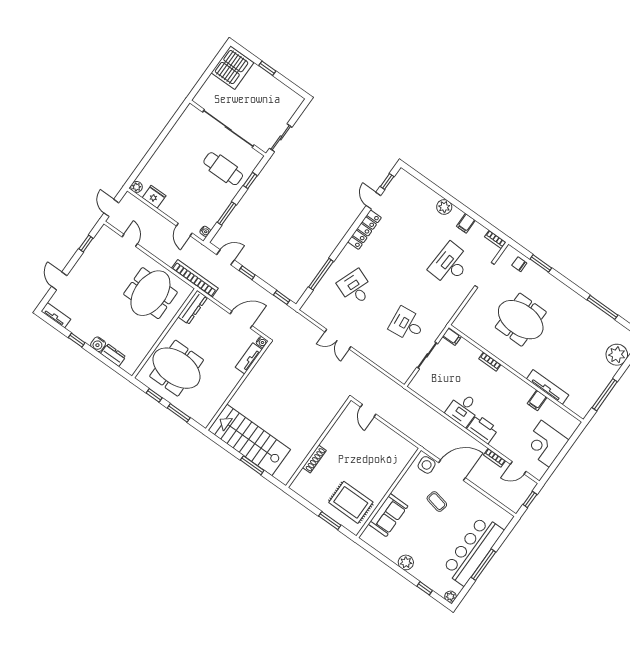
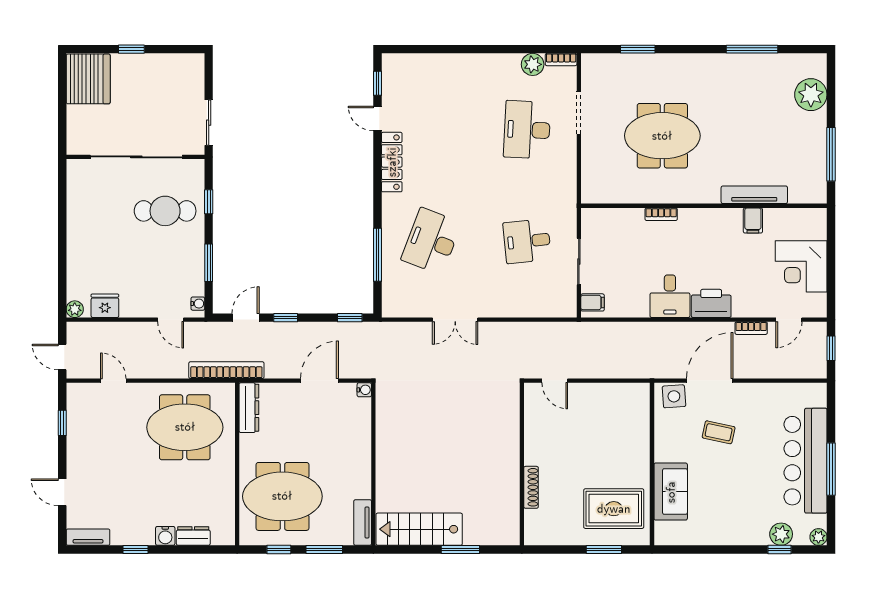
plant: (444, 207) -> (533, 64), moved
filing cabinet: (466, 223) -> (511, 65), removed
chair: (519, 264) -> (612, 69), removed
desk: (355, 288) -> (431, 241), width x1.37
meeting table: (150, 293) -> (185, 427), turned 90
filing cabinet: (452, 336) -> (592, 302), moved
tv unit: (249, 358) -> (363, 523), moved
stairs: (249, 440) -> (419, 529), width x0.73, depth x0.66
plant: (406, 562) -> (781, 534), moved

